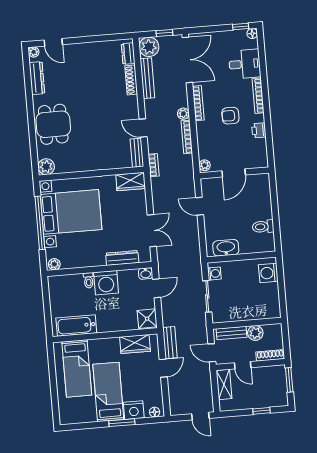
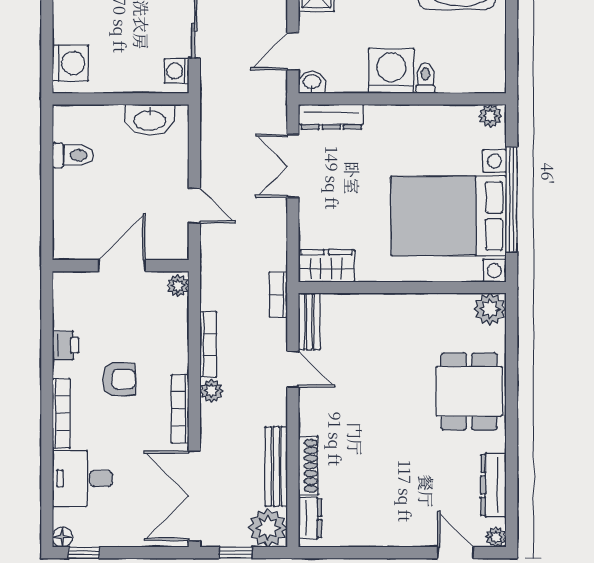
dresser: (122, 258) -> (331, 117), moved

